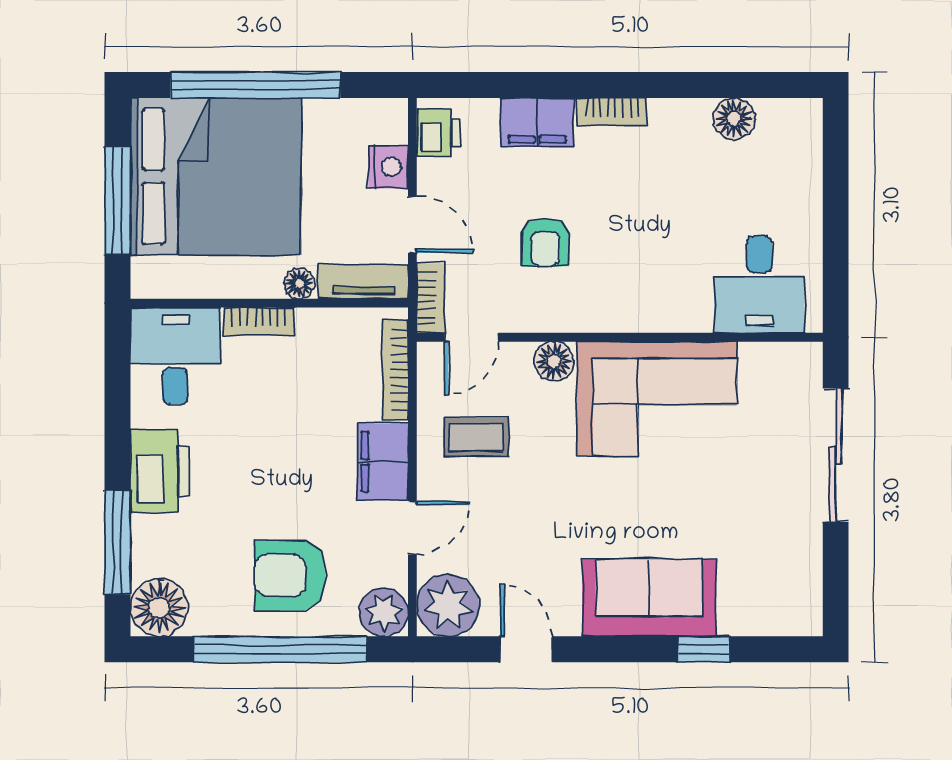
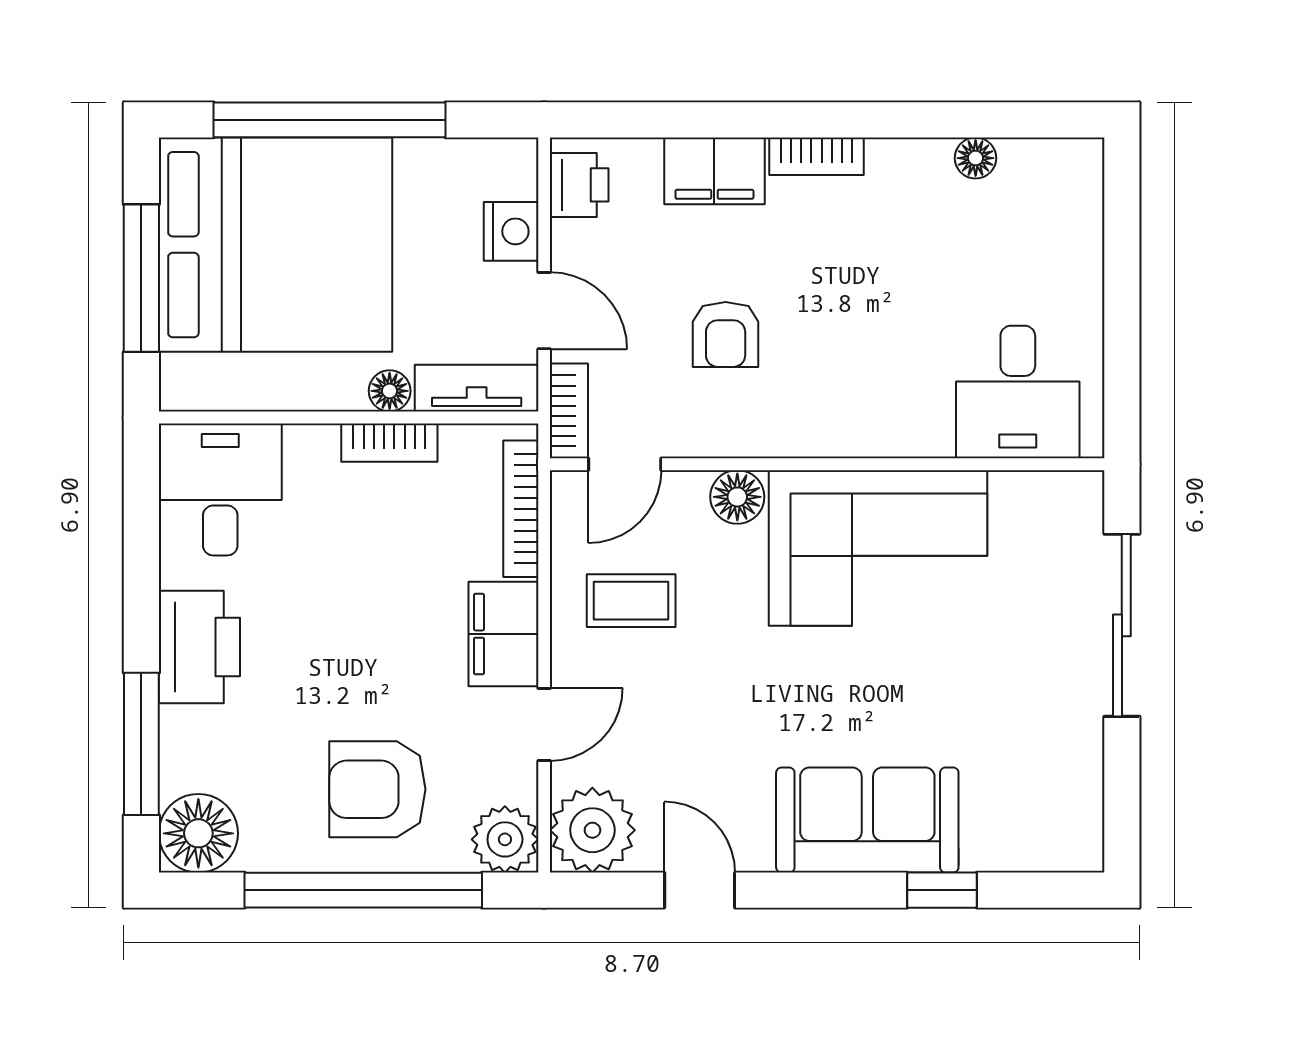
floor lamp: (734, 119) -> (976, 158), width x0.73, depth x0.73
bookcase: (259, 321) -> (389, 443), moved

